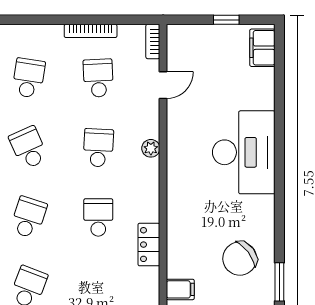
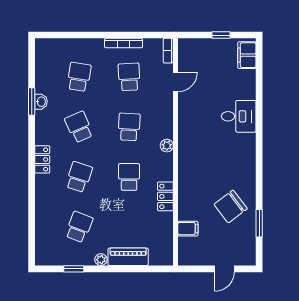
plant: (151, 148) -> (167, 146), moved
desk: (244, 152) -> (239, 116), width x0.53, depth x0.77

